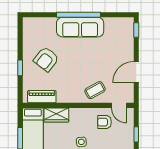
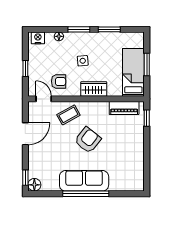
floor lamp: (128, 23) -> (34, 185), added
armchair: (46, 59) -> (88, 140), moved
window: (20, 68) -> (147, 118), moved
wardrobe: (56, 115) -> (94, 89), moved

